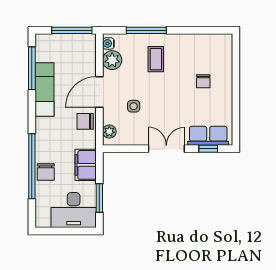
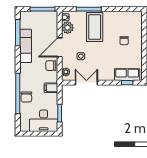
coffee table: (156, 59) -> (95, 27), width x1.86, depth x1.72
double door: (166, 149) -> (86, 83), moved
filing cabinet: (86, 165) -> (51, 88), width x0.50

